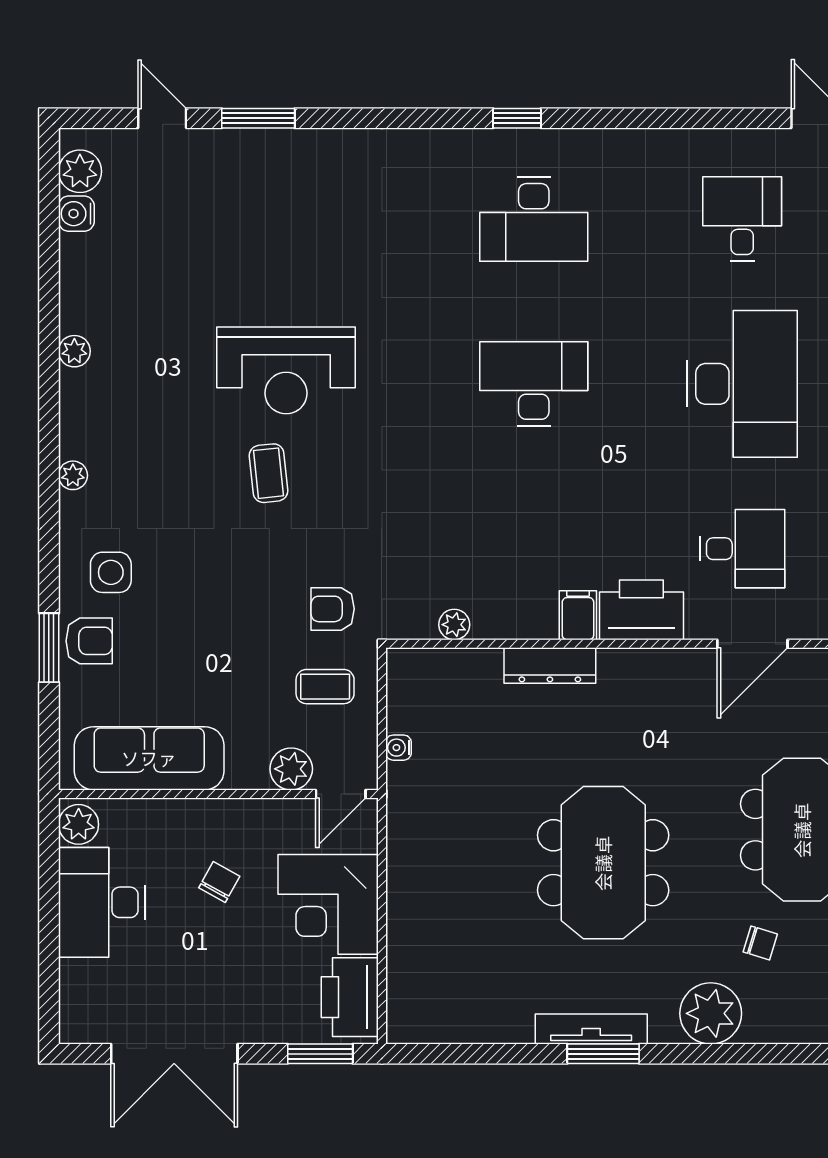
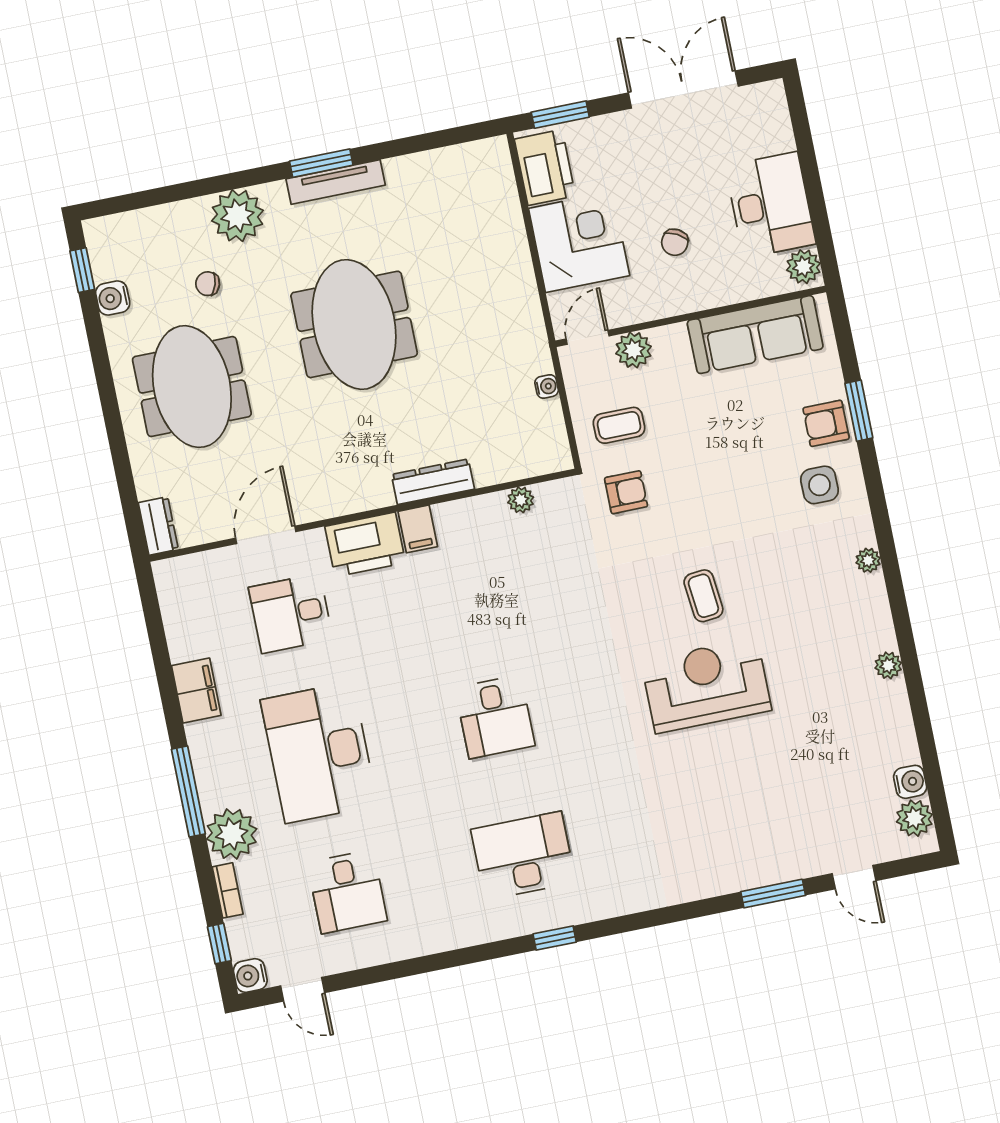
desk: (534, 384) -> (495, 717), width x0.73

